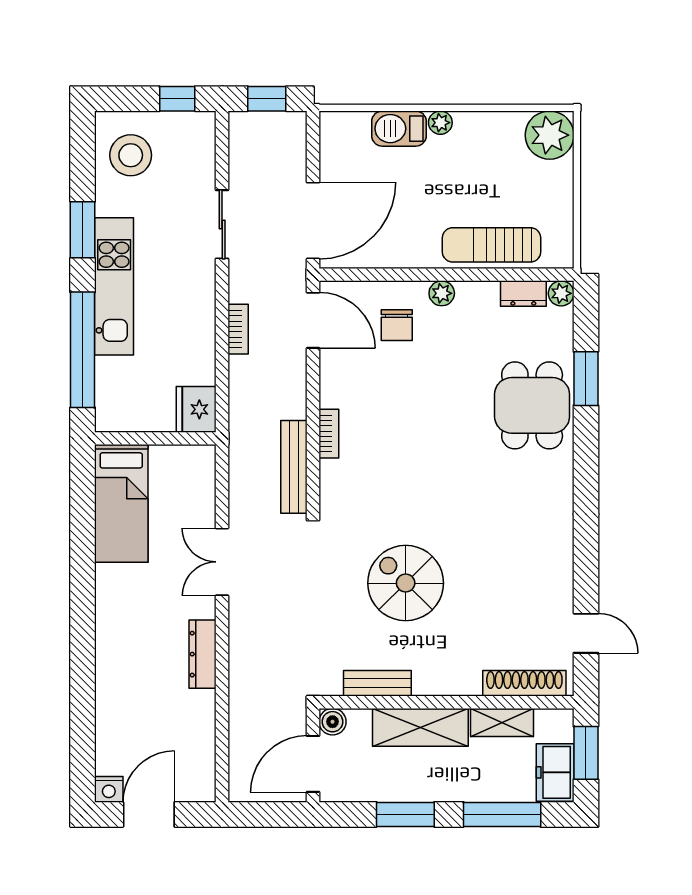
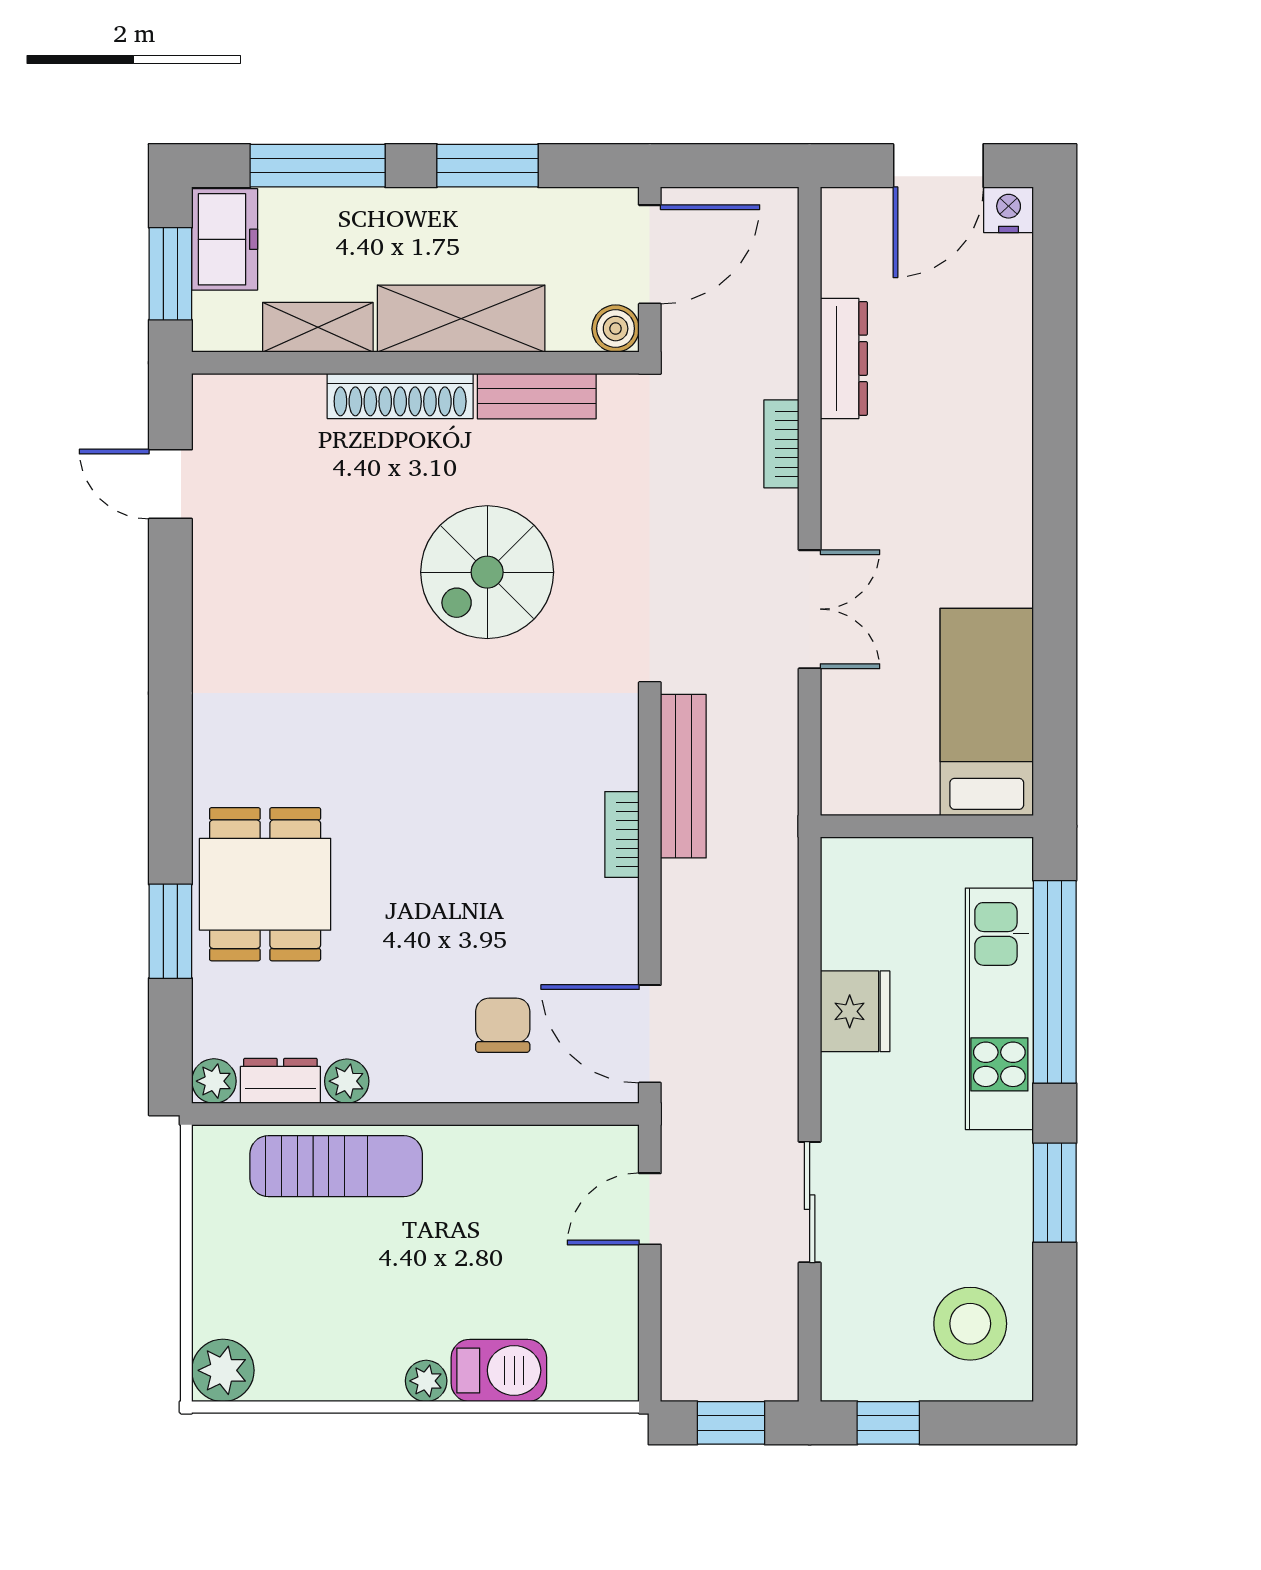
plant: (550, 135) -> (223, 1370), width x0.73, depth x0.73
door: (313, 221) -> (650, 1209), width x0.53
kitchen unit: (114, 286) -> (999, 1009), moved
plant: (442, 293) -> (347, 1081), moved
bookcase: (238, 329) -> (781, 444), moved
fridge: (196, 409) -> (855, 1011), moved
spiral stairs: (406, 583) -> (487, 572), turned 90
dresser: (203, 654) -> (844, 358), moved
shoe rack: (524, 683) -> (400, 396), moved

